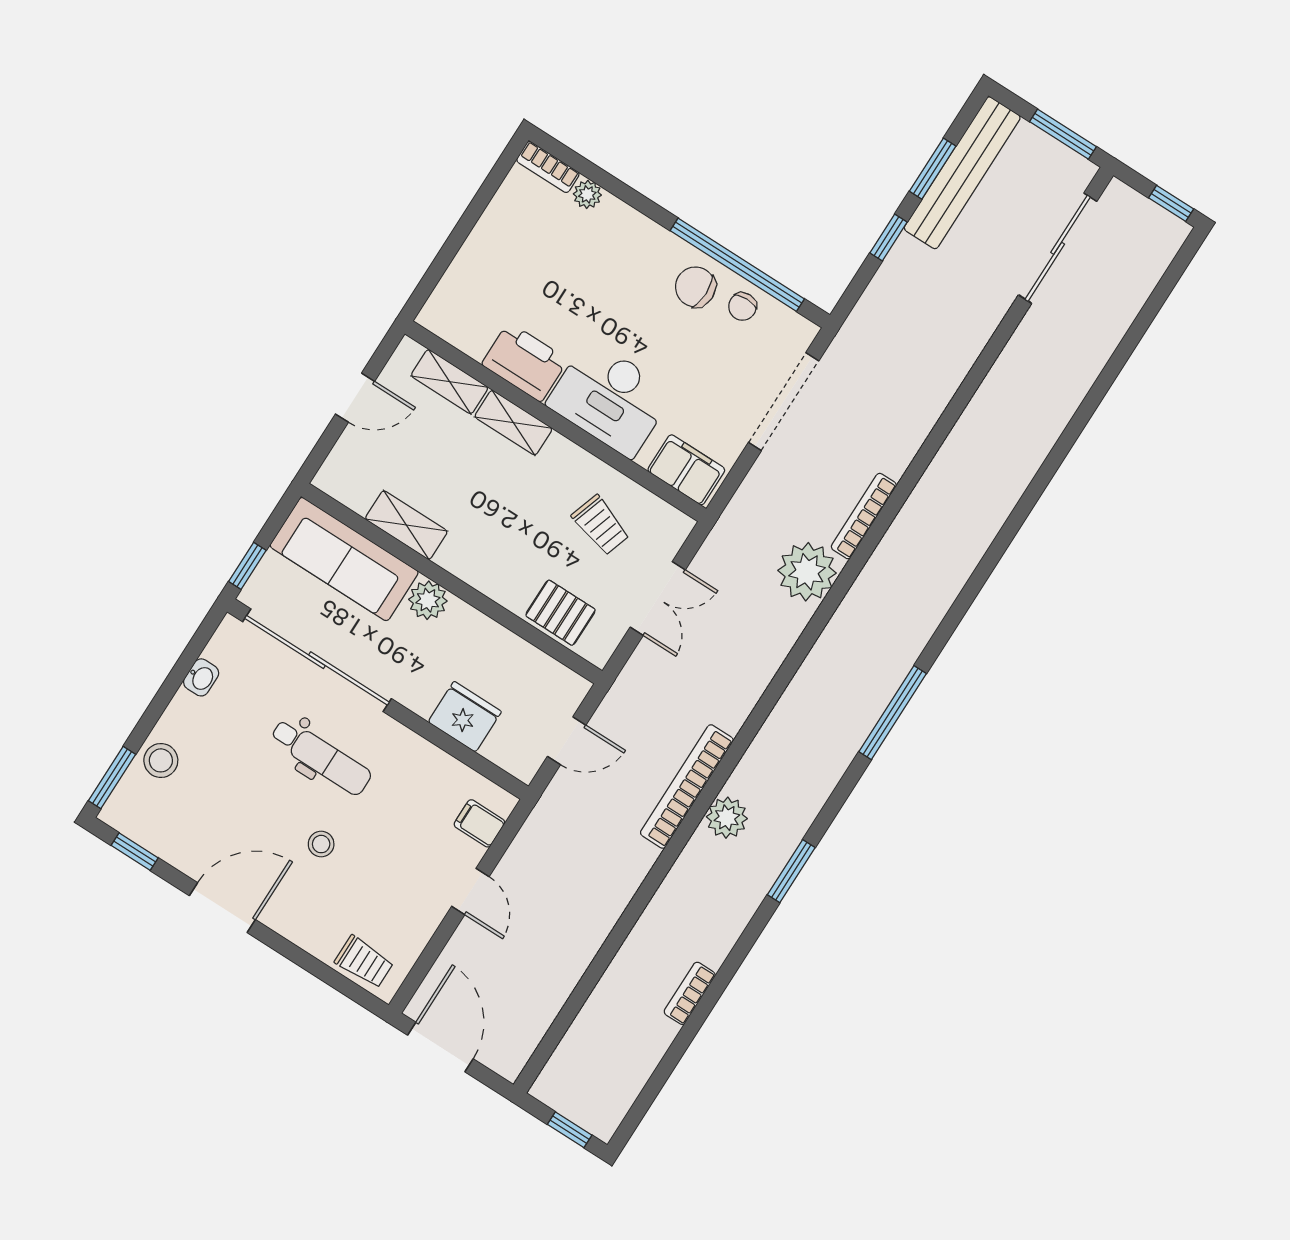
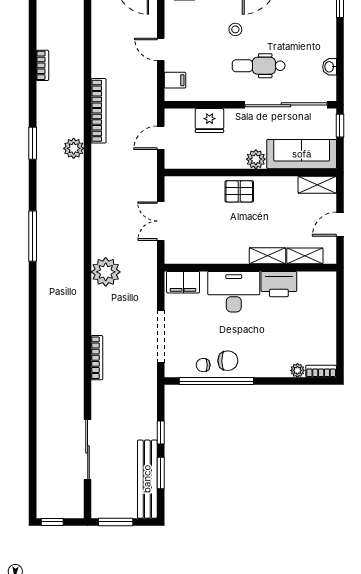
sliding door: (1058, 248) -> (88, 449), moved
chair: (742, 307) -> (203, 365), turned -90
bookcase: (864, 516) -> (97, 358), moved
shelving: (406, 525) -> (317, 185), moved
trolley: (601, 525) -> (204, 236), removed
pallet: (561, 613) -> (239, 191), moved
stool: (161, 760) -> (324, 22), removed
bookcase: (687, 787) -> (99, 111), moved

